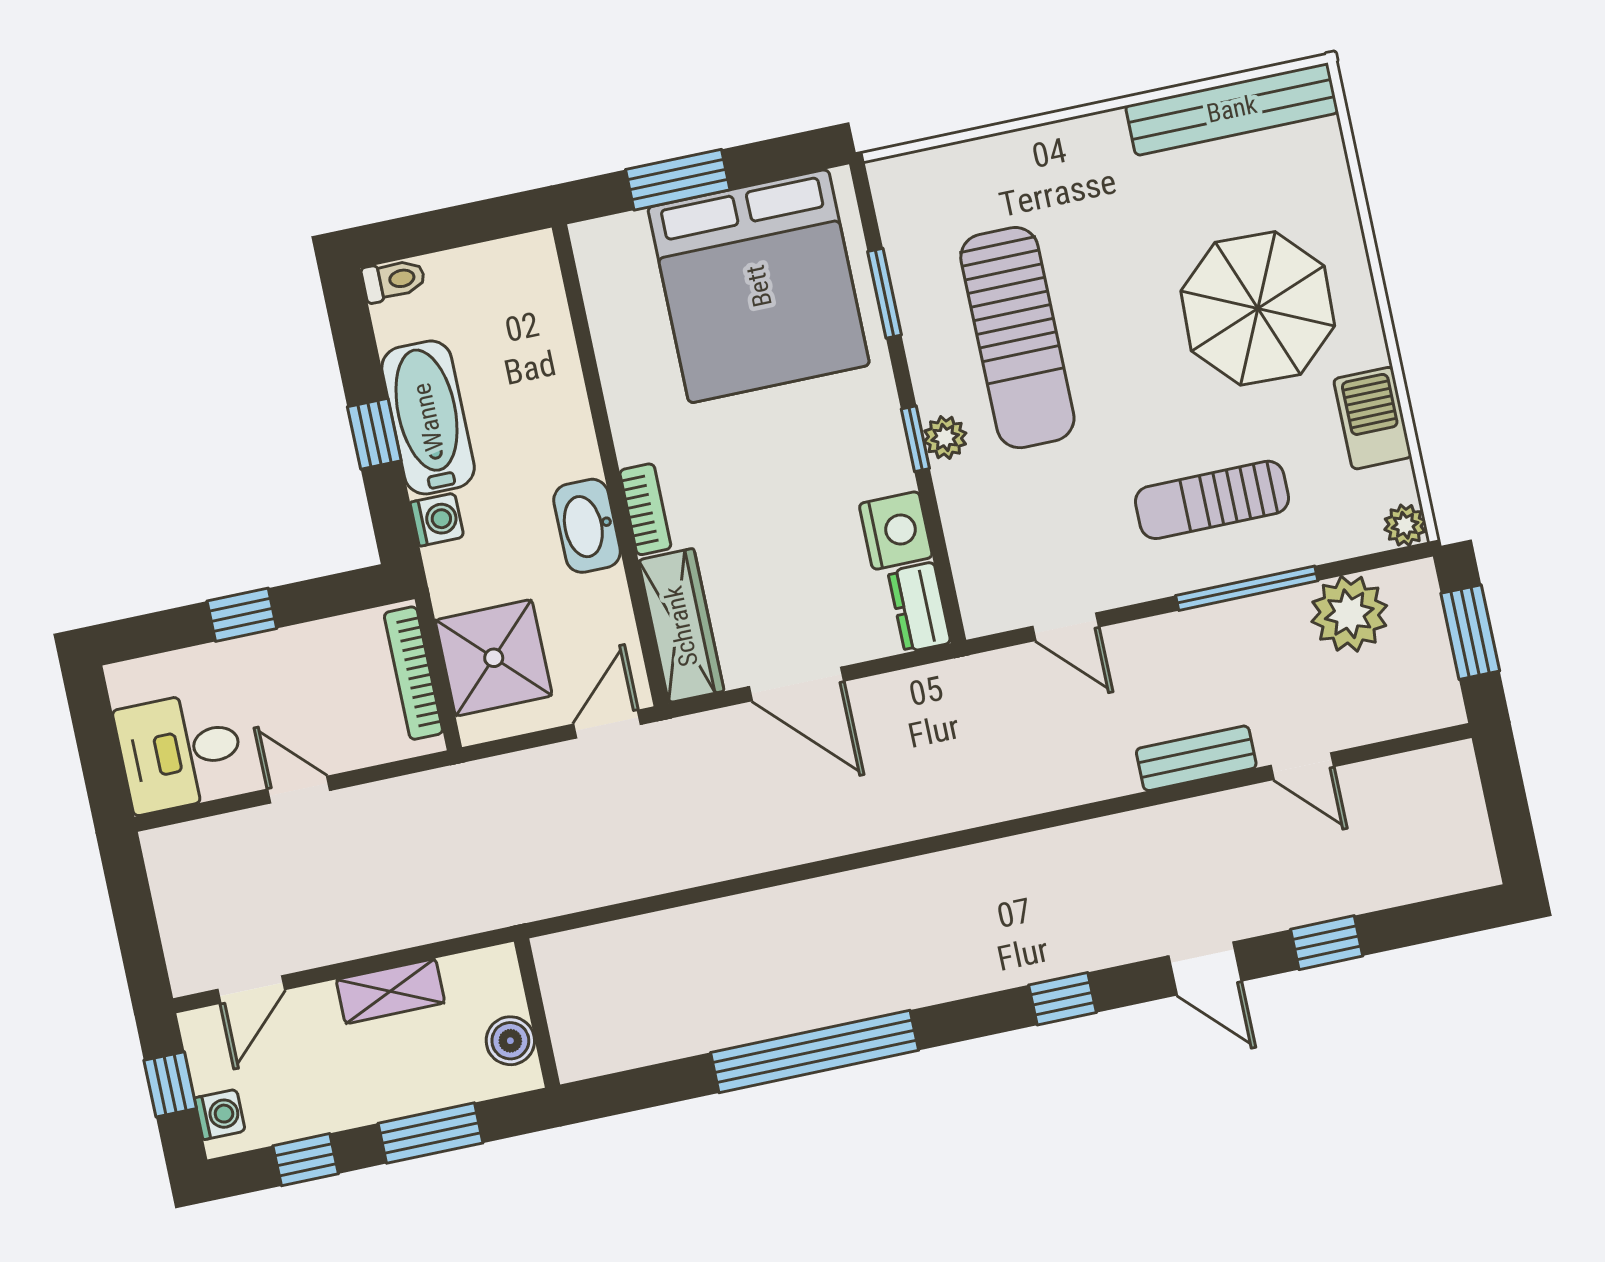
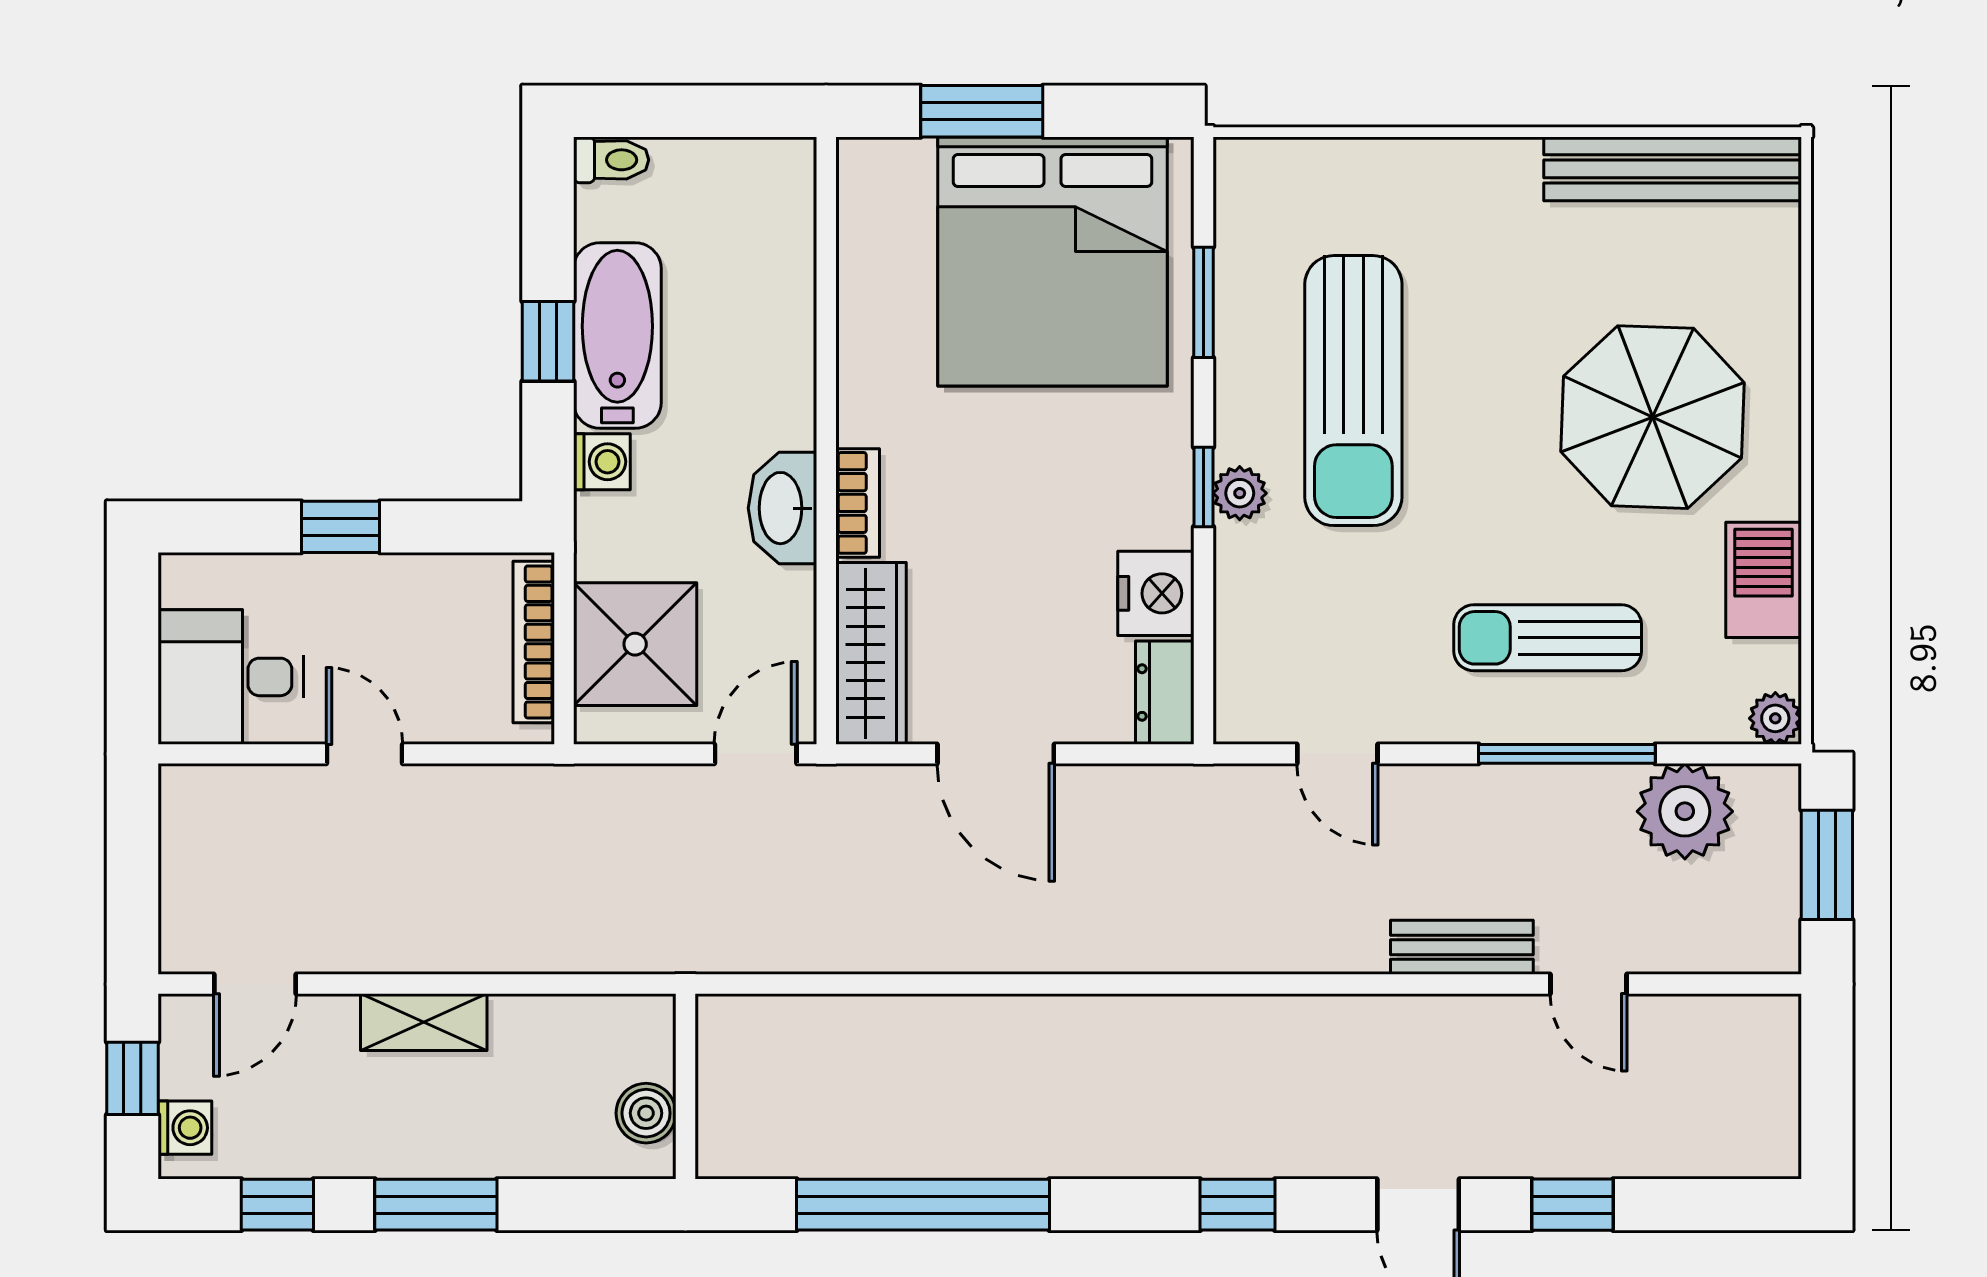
wall: (537, 1013) -> (686, 1086), moved
boiler: (510, 1041) -> (646, 1113), moved

